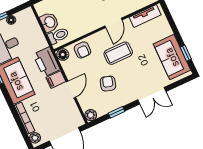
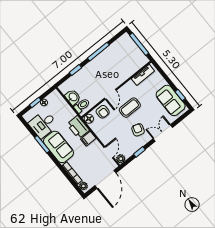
door: (113, 23) -> (110, 94), moved
armchair: (108, 84) -> (138, 130), moved
door: (71, 89) -> (109, 152), moved
double door: (152, 96) -> (163, 133), swing flipped

